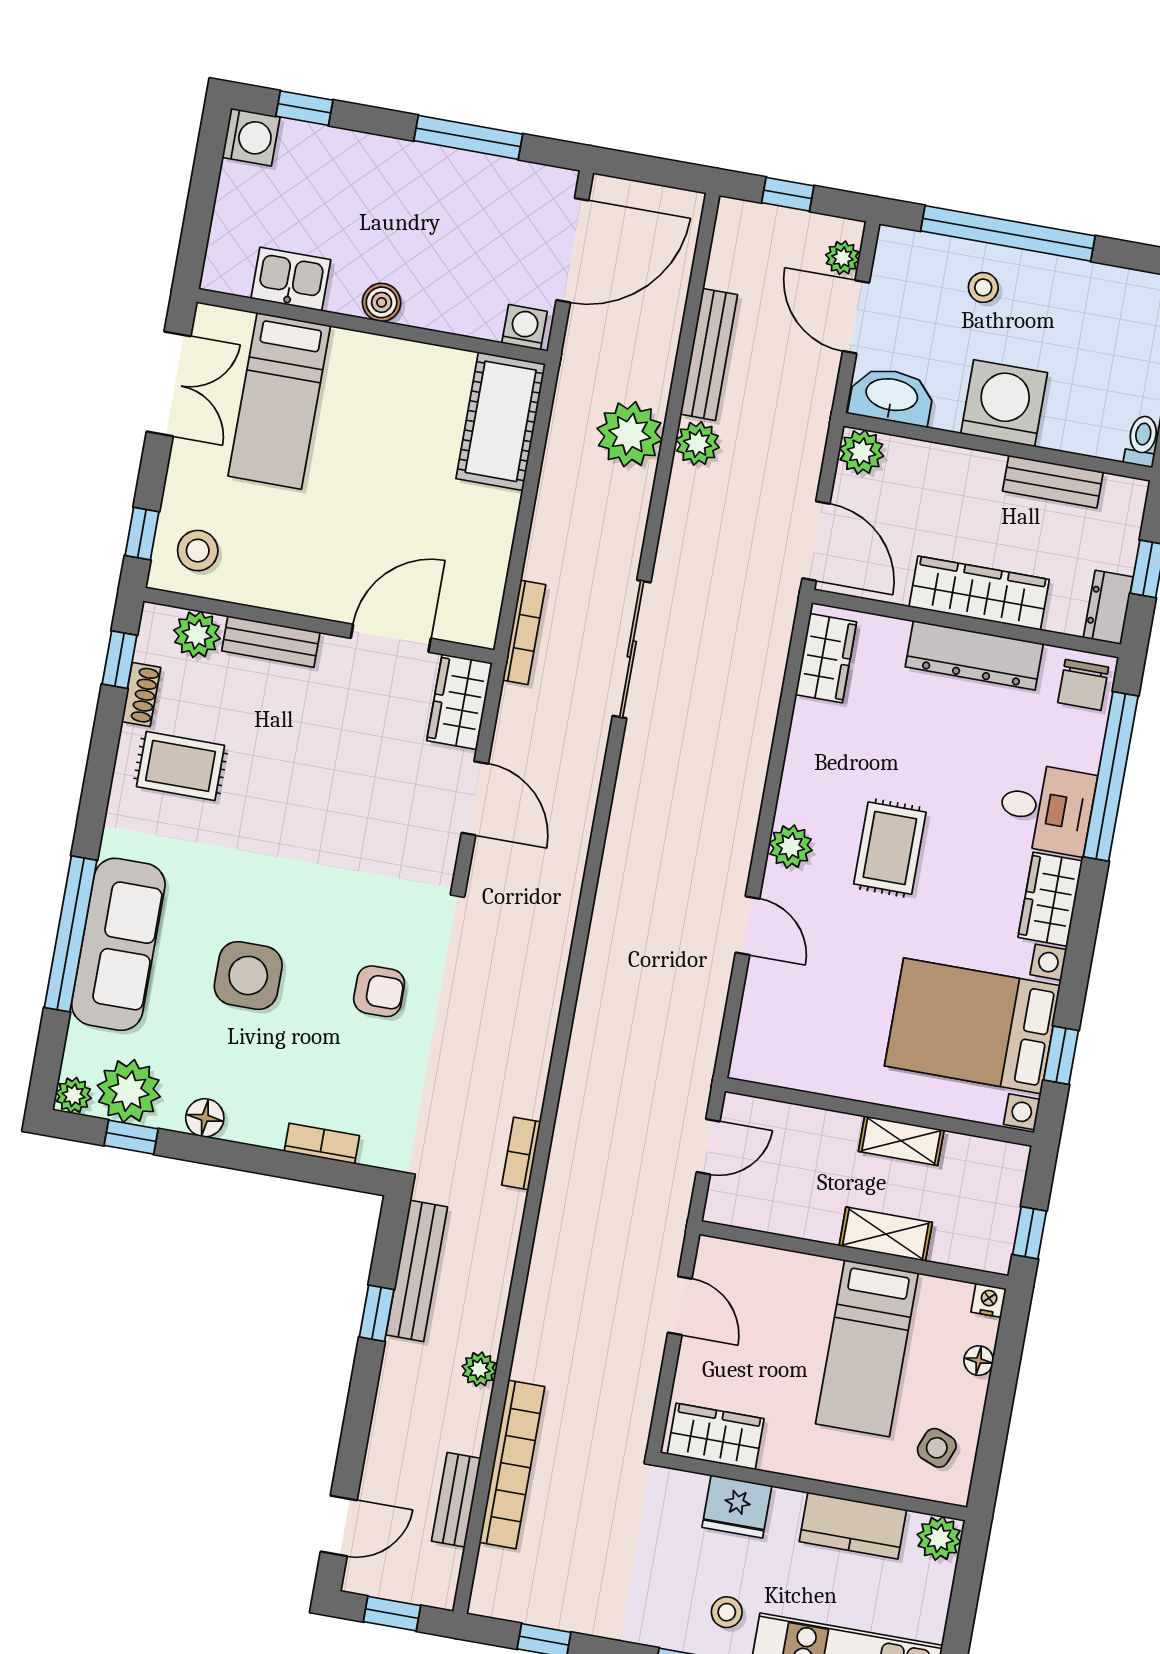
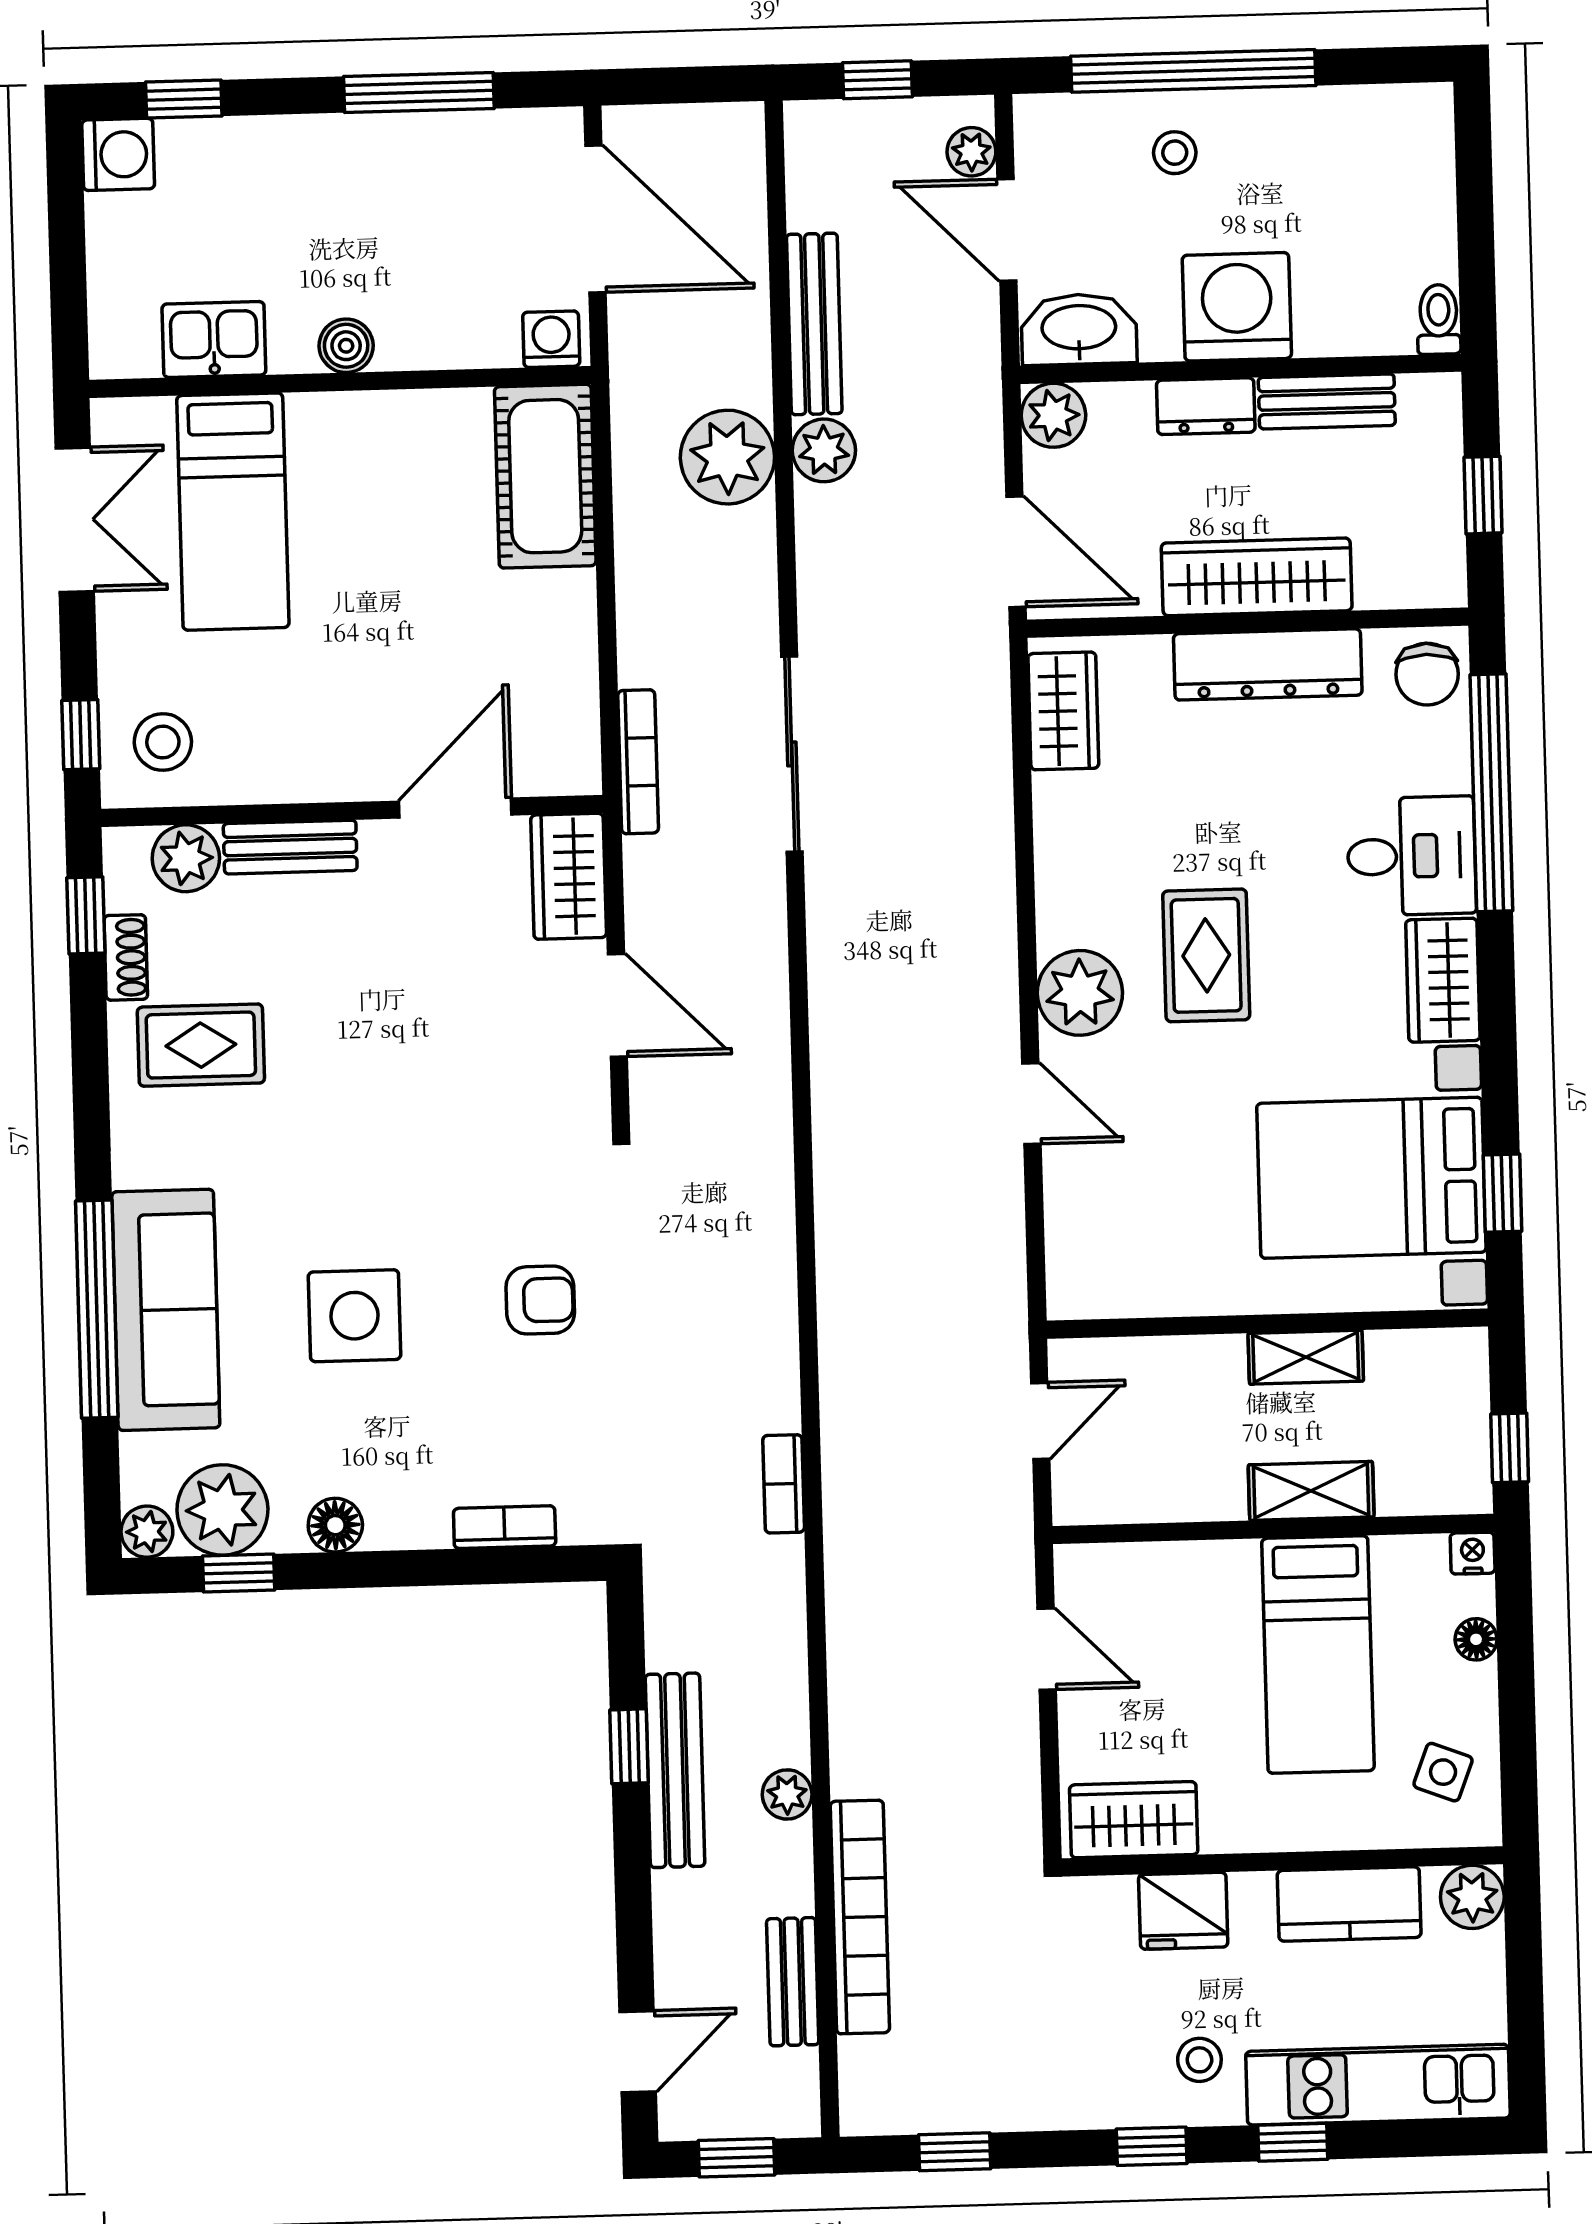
door: (572, 250) -> (595, 219), hinge flipped
dresser: (1108, 607) -> (1206, 406), moved, turned -90
plant: (791, 847) -> (1080, 993), width x1.36, depth x1.36
bench: (417, 1271) -> (675, 1770), moved

